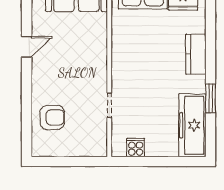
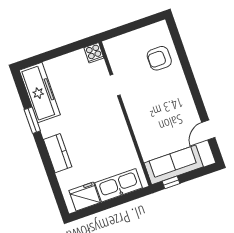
door: (27, 47) -> (208, 130), moved
cooker: (136, 148) -> (94, 53), moved

